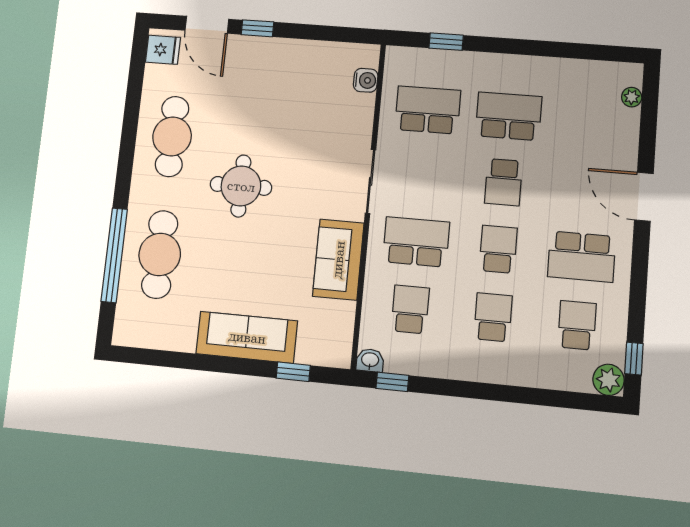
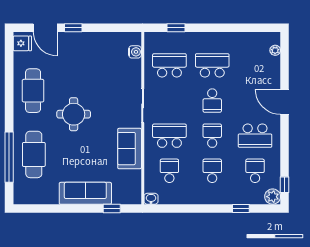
window: (392, 382) -> (241, 209), moved

